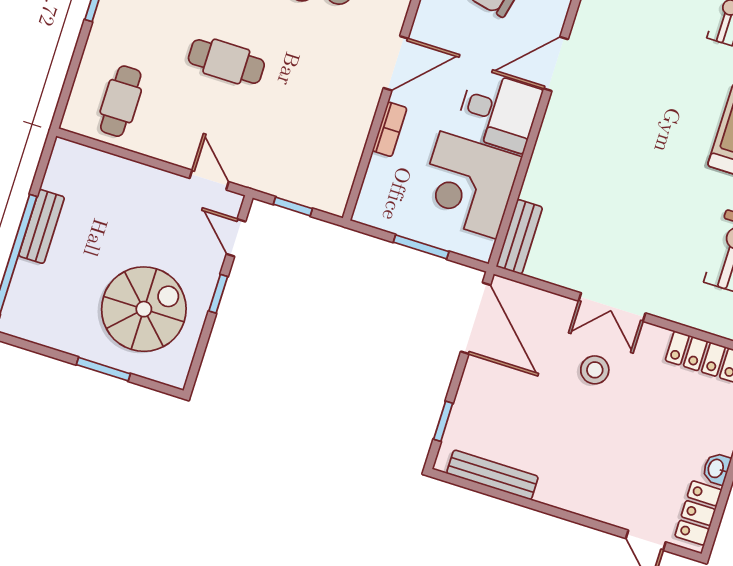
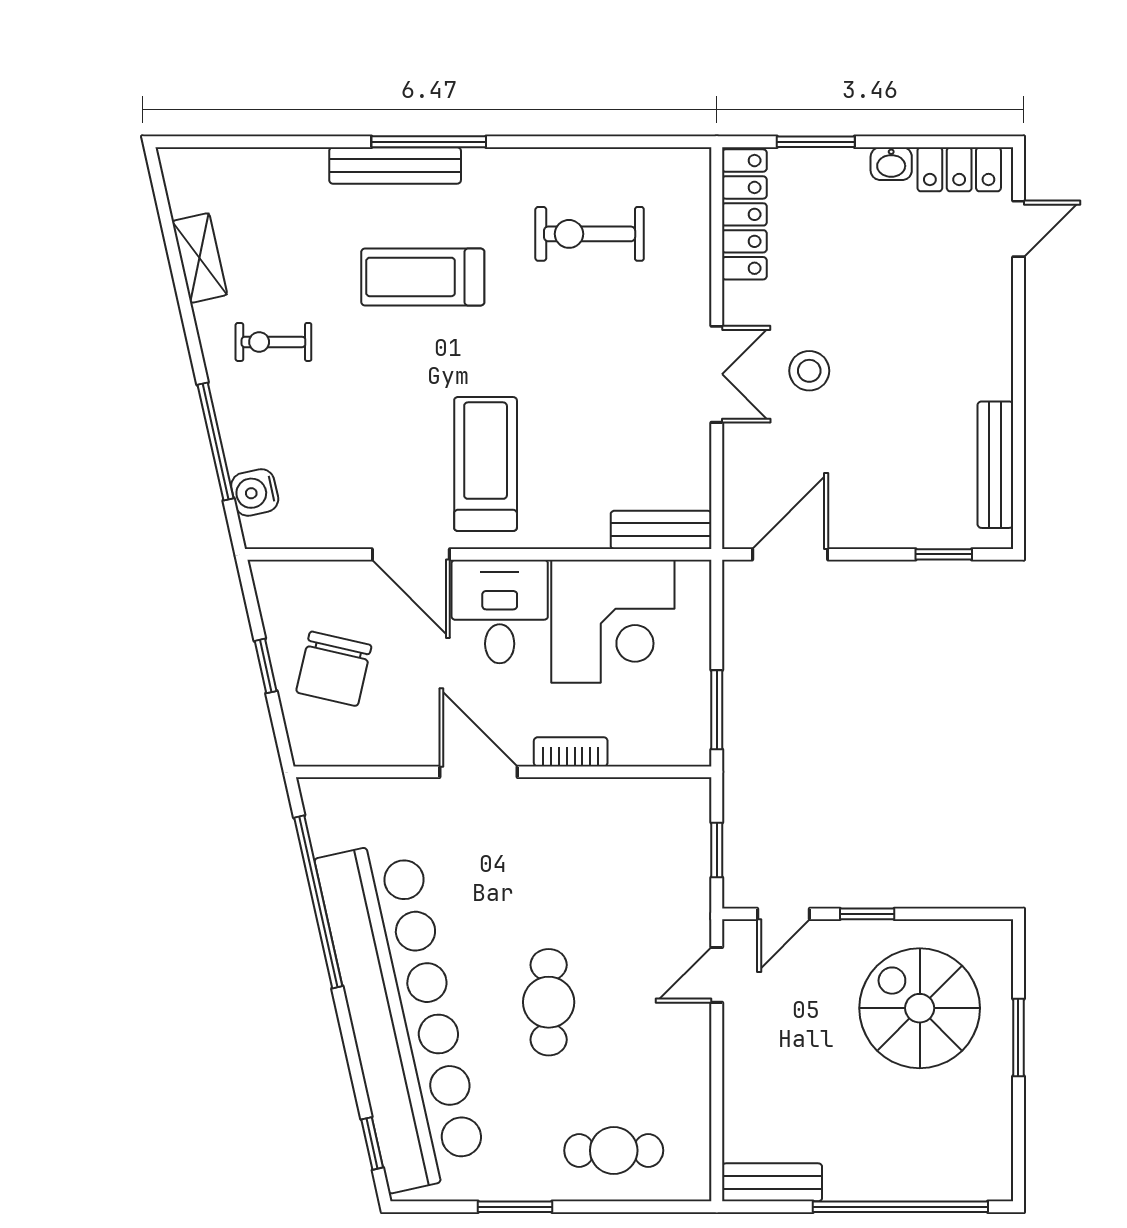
cafe table: (121, 101) -> (614, 1150), moved
treadmill: (601, 133) -> (486, 464), added
bench: (42, 226) -> (772, 1182), moved
window: (421, 247) -> (717, 710), moved
door: (476, 318) -> (790, 554), width x0.73

